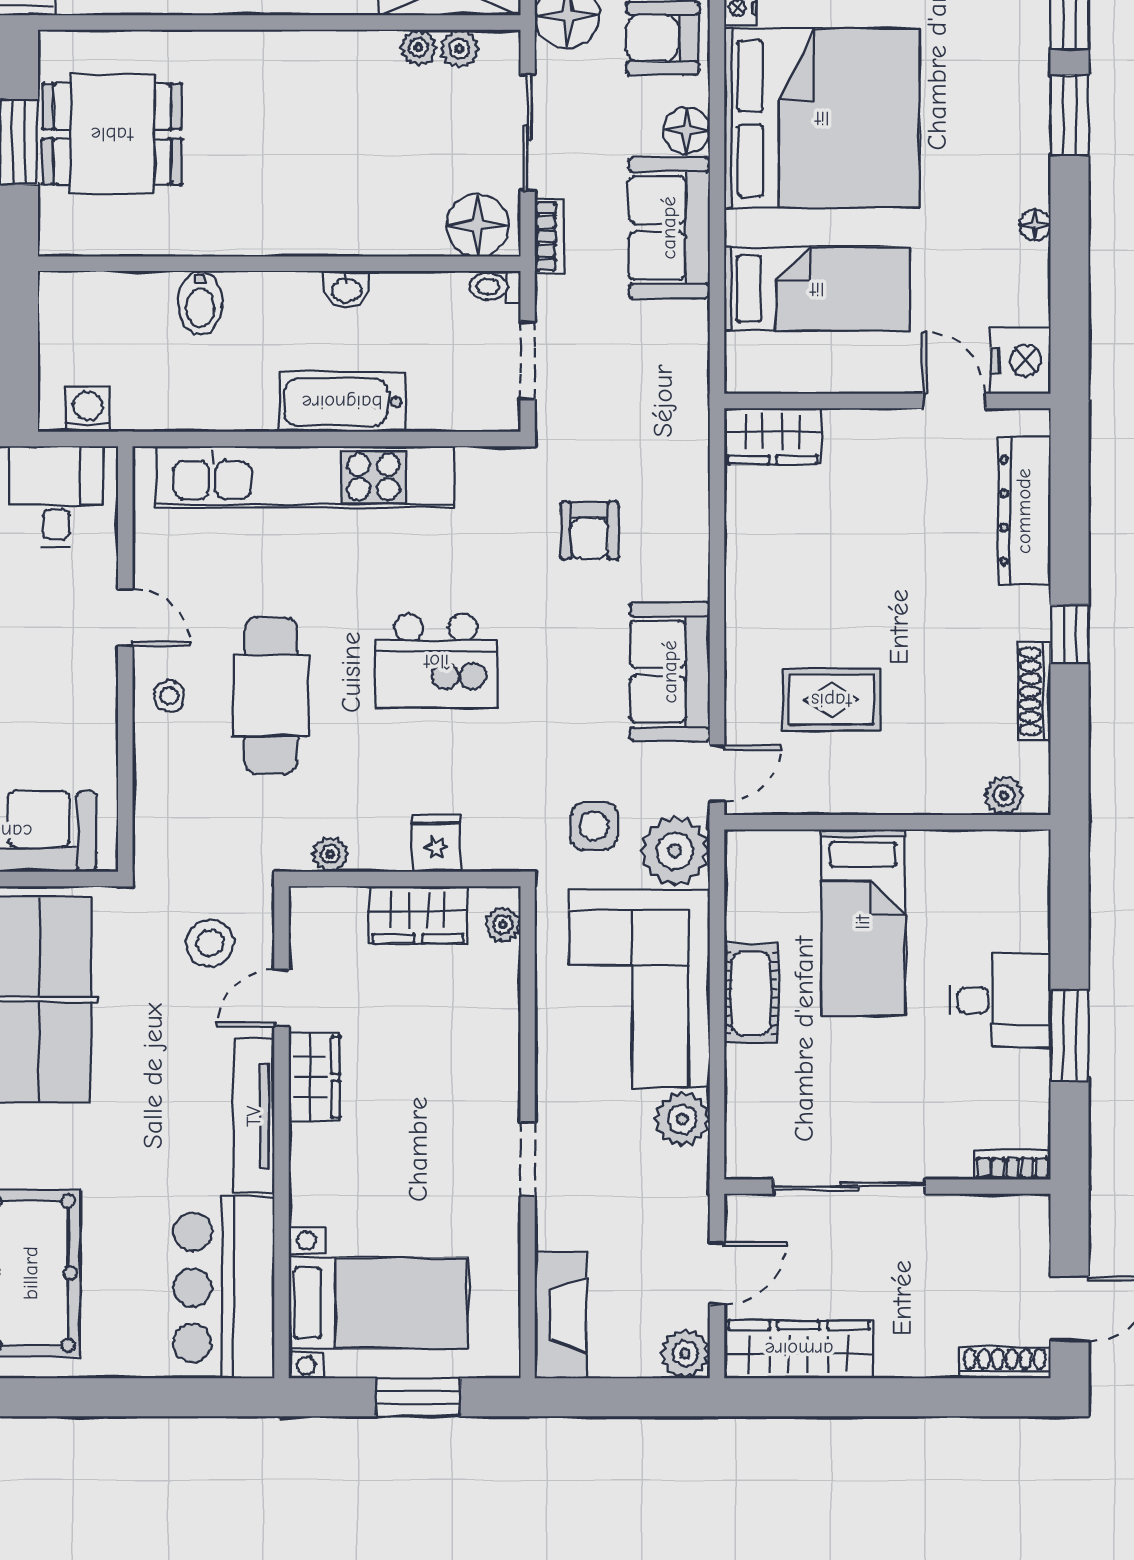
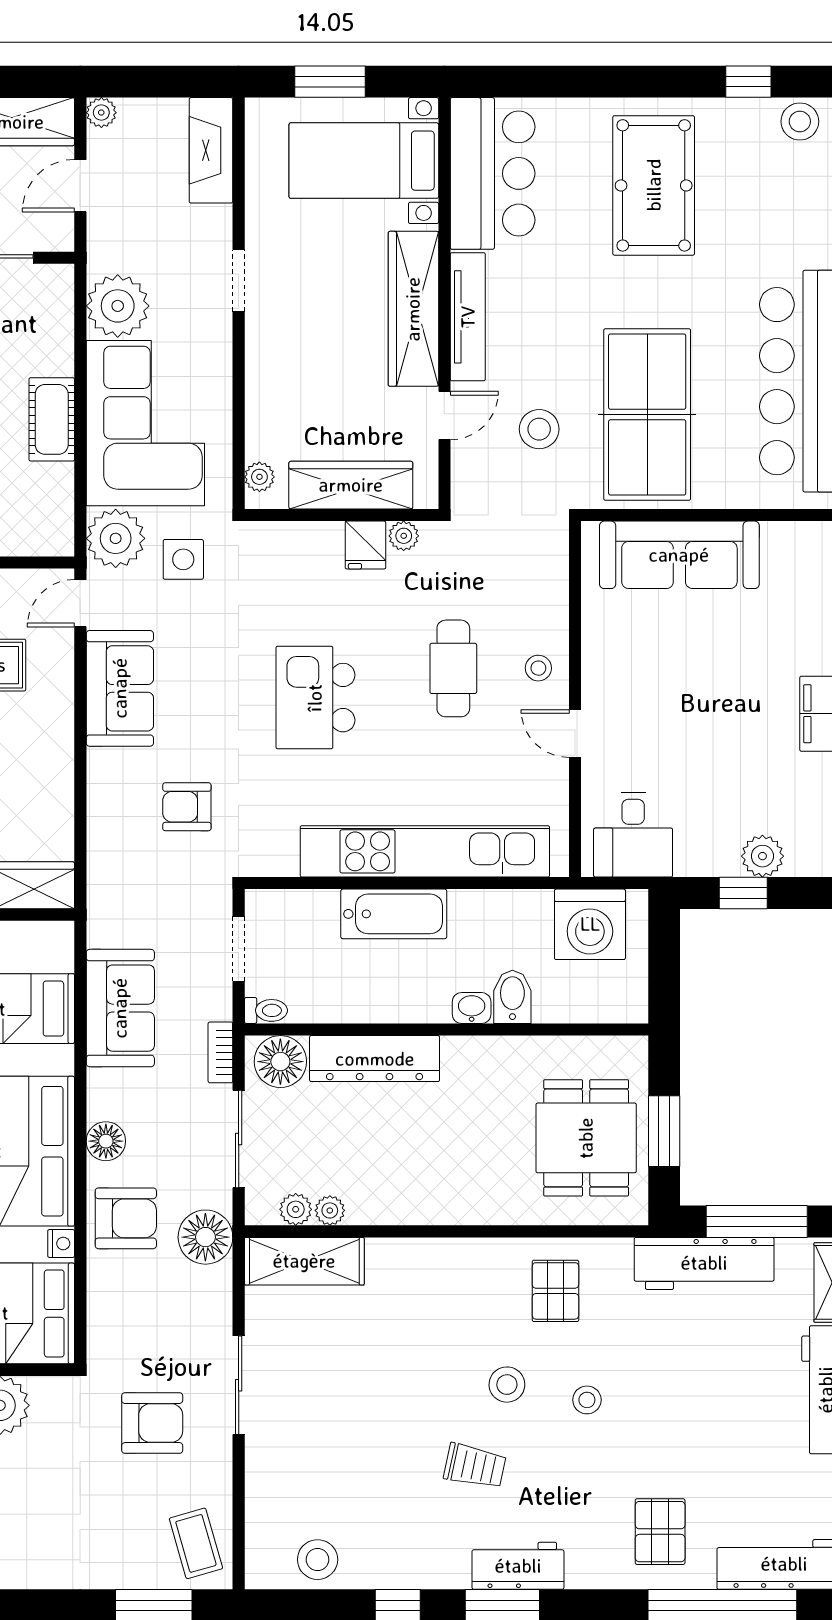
dining table: (112, 134) -> (586, 1138), turned 90
sofa: (669, 228) -> (120, 1008), moved
dresser: (365, 229) -> (375, 1059), added
washbasin: (347, 289) -> (472, 1008), moved
washing machine: (88, 409) -> (590, 924), width x1.89, depth x1.89
armchair: (589, 530) -> (187, 807), turned -90
kitchen island: (436, 661) -> (315, 698), turned -90
cafe table: (271, 696) -> (453, 668), width x0.73, depth x0.74
fridge: (436, 843) -> (365, 545), moved
wardrobe: (418, 915) -> (351, 485), width x1.50
stool: (210, 943) -> (539, 429), moved
wardrobe: (314, 1077) -> (413, 309), width x2.10, depth x1.17
plant: (682, 1119) -> (118, 306), width x1.36, depth x1.36
plant: (685, 1354) -> (101, 113), width x0.73, depth x0.73

